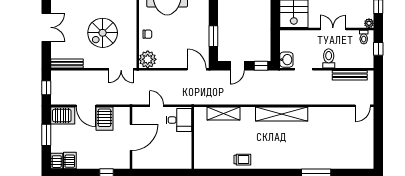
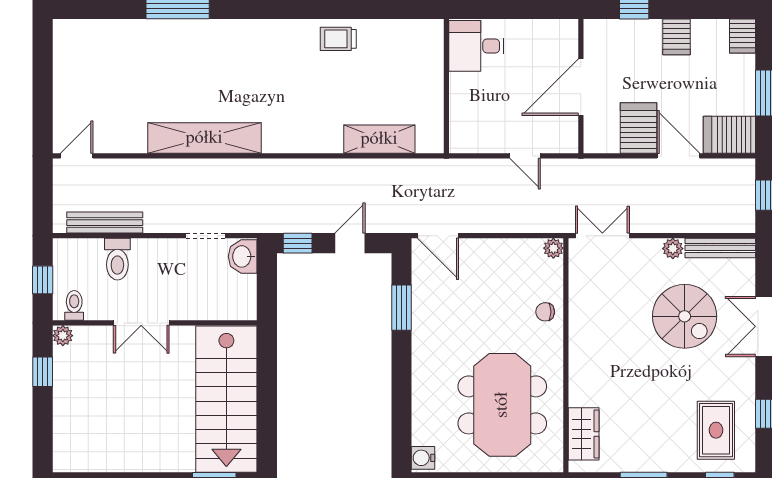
spiral stairs: (103, 33) -> (685, 316), moved, turned 90
toilet: (329, 58) -> (117, 259), moved
plant: (148, 59) -> (553, 248), width x0.53, depth x0.53
plant: (89, 63) -> (673, 249), added
shelving: (282, 114) -> (204, 138), moved
desk: (179, 120) -> (476, 46), moved
server rack: (70, 161) -> (676, 37), moved

